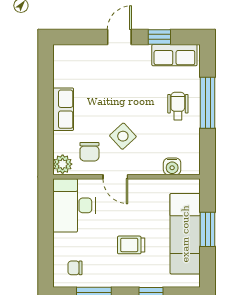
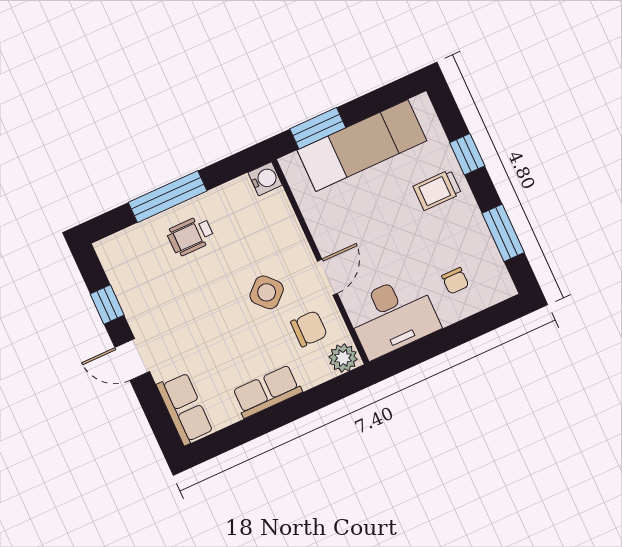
row of seats: (174, 55) -> (185, 409), moved
water cooler: (172, 166) -> (265, 179), moved
window: (208, 229) -> (318, 128), moved
trolley: (131, 245) -> (437, 190), moved, turned 90
chair: (75, 268) -> (455, 281), moved

